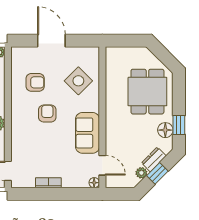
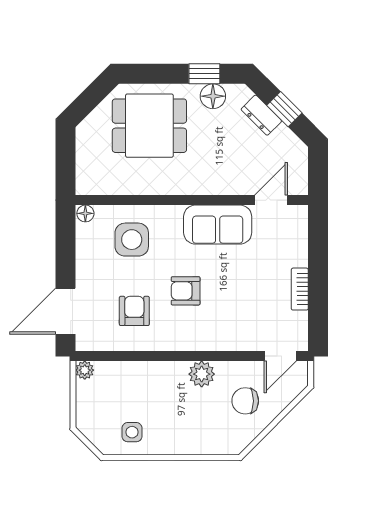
door: (51, 41) -> (66, 311), moved
side table: (78, 81) -> (132, 240), turned 45
plant: (141, 173) -> (283, 136), removed
floor lamp: (94, 183) -> (85, 213), moved

